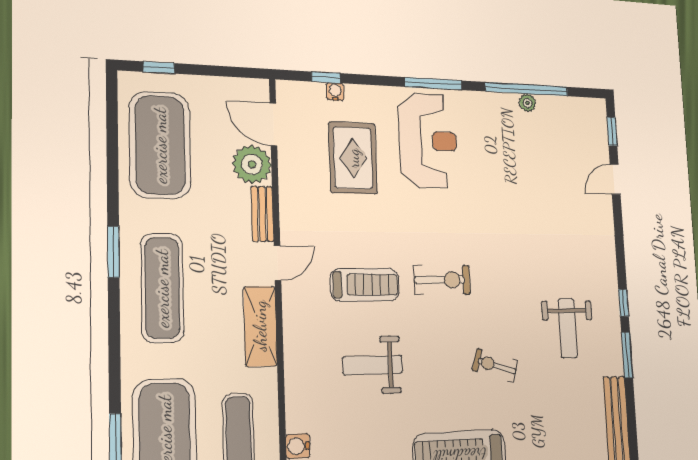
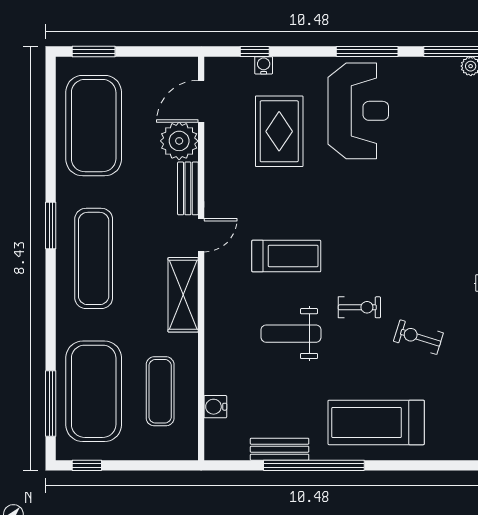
window: (159, 68) -> (94, 51), width x1.50
door: (273, 124) -> (201, 101), hinge flipped
exercise bike: (442, 280) -> (359, 307), moved, width x0.73, depth x0.72

